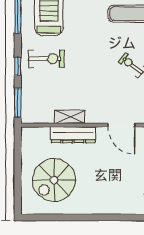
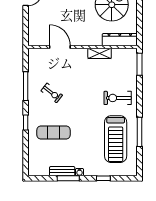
window: (18, 66) -> (140, 92), removed
dresser: (73, 135) -> (120, 40), moved

